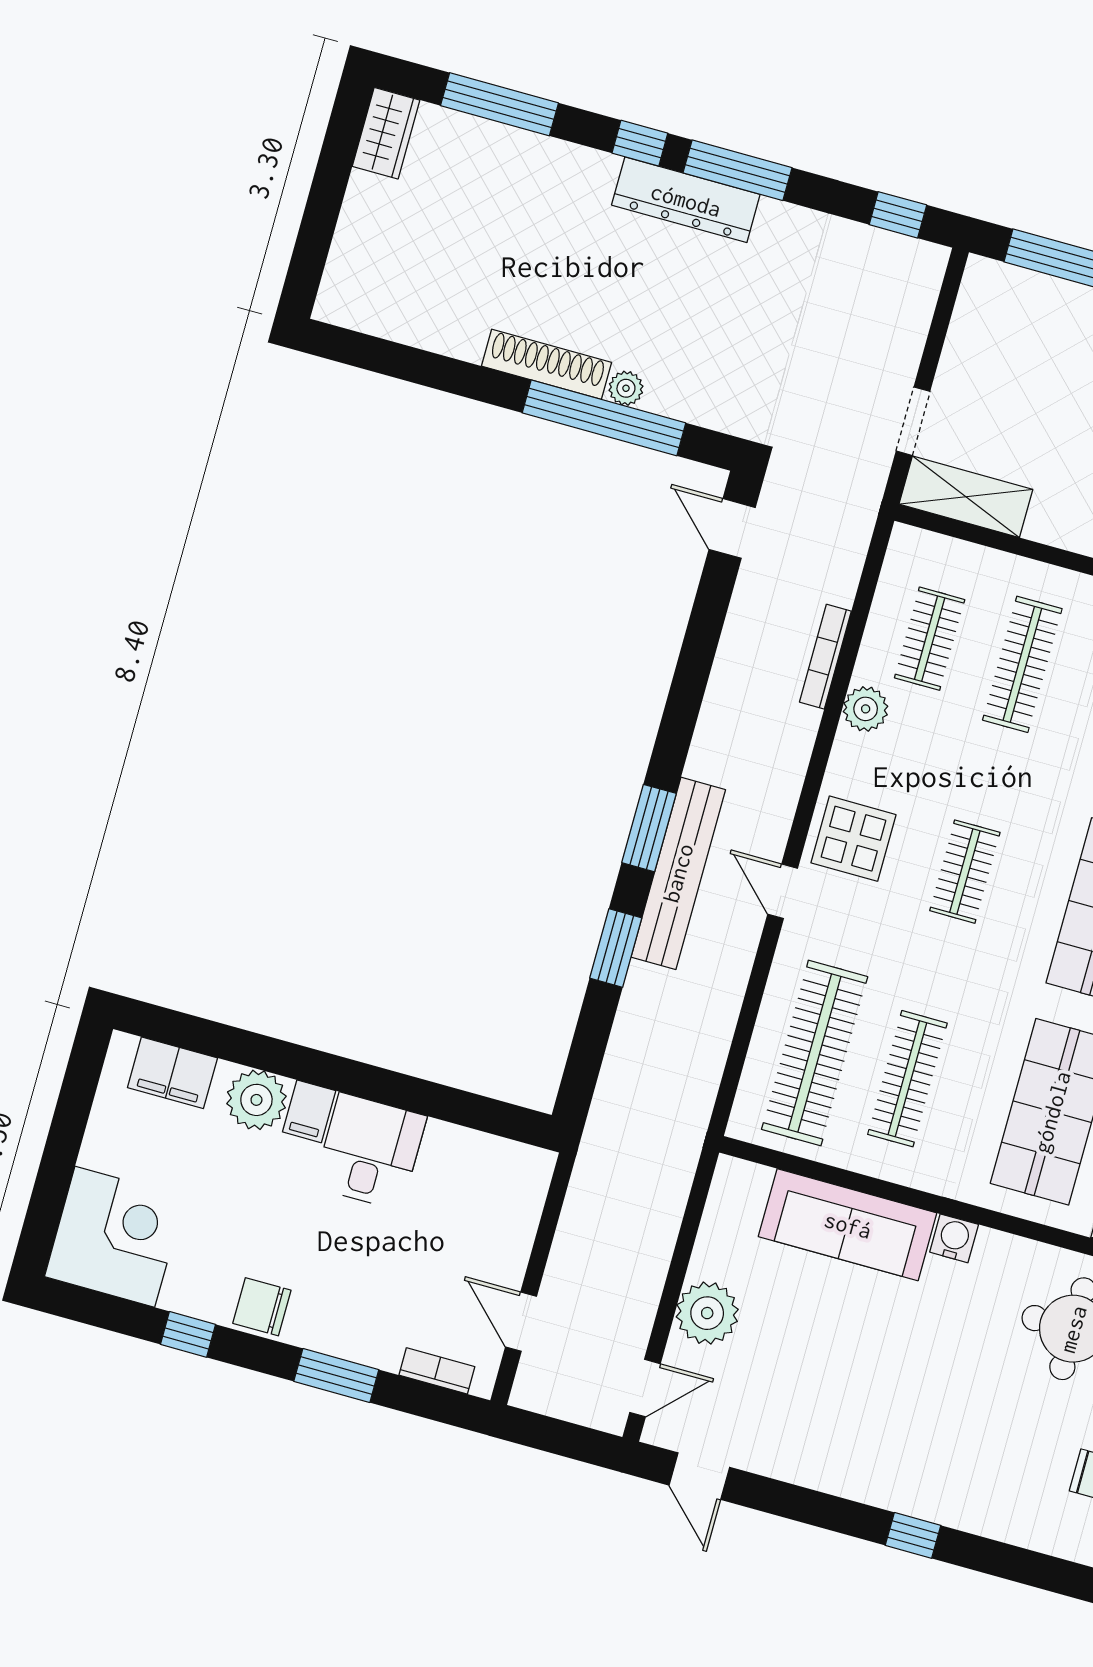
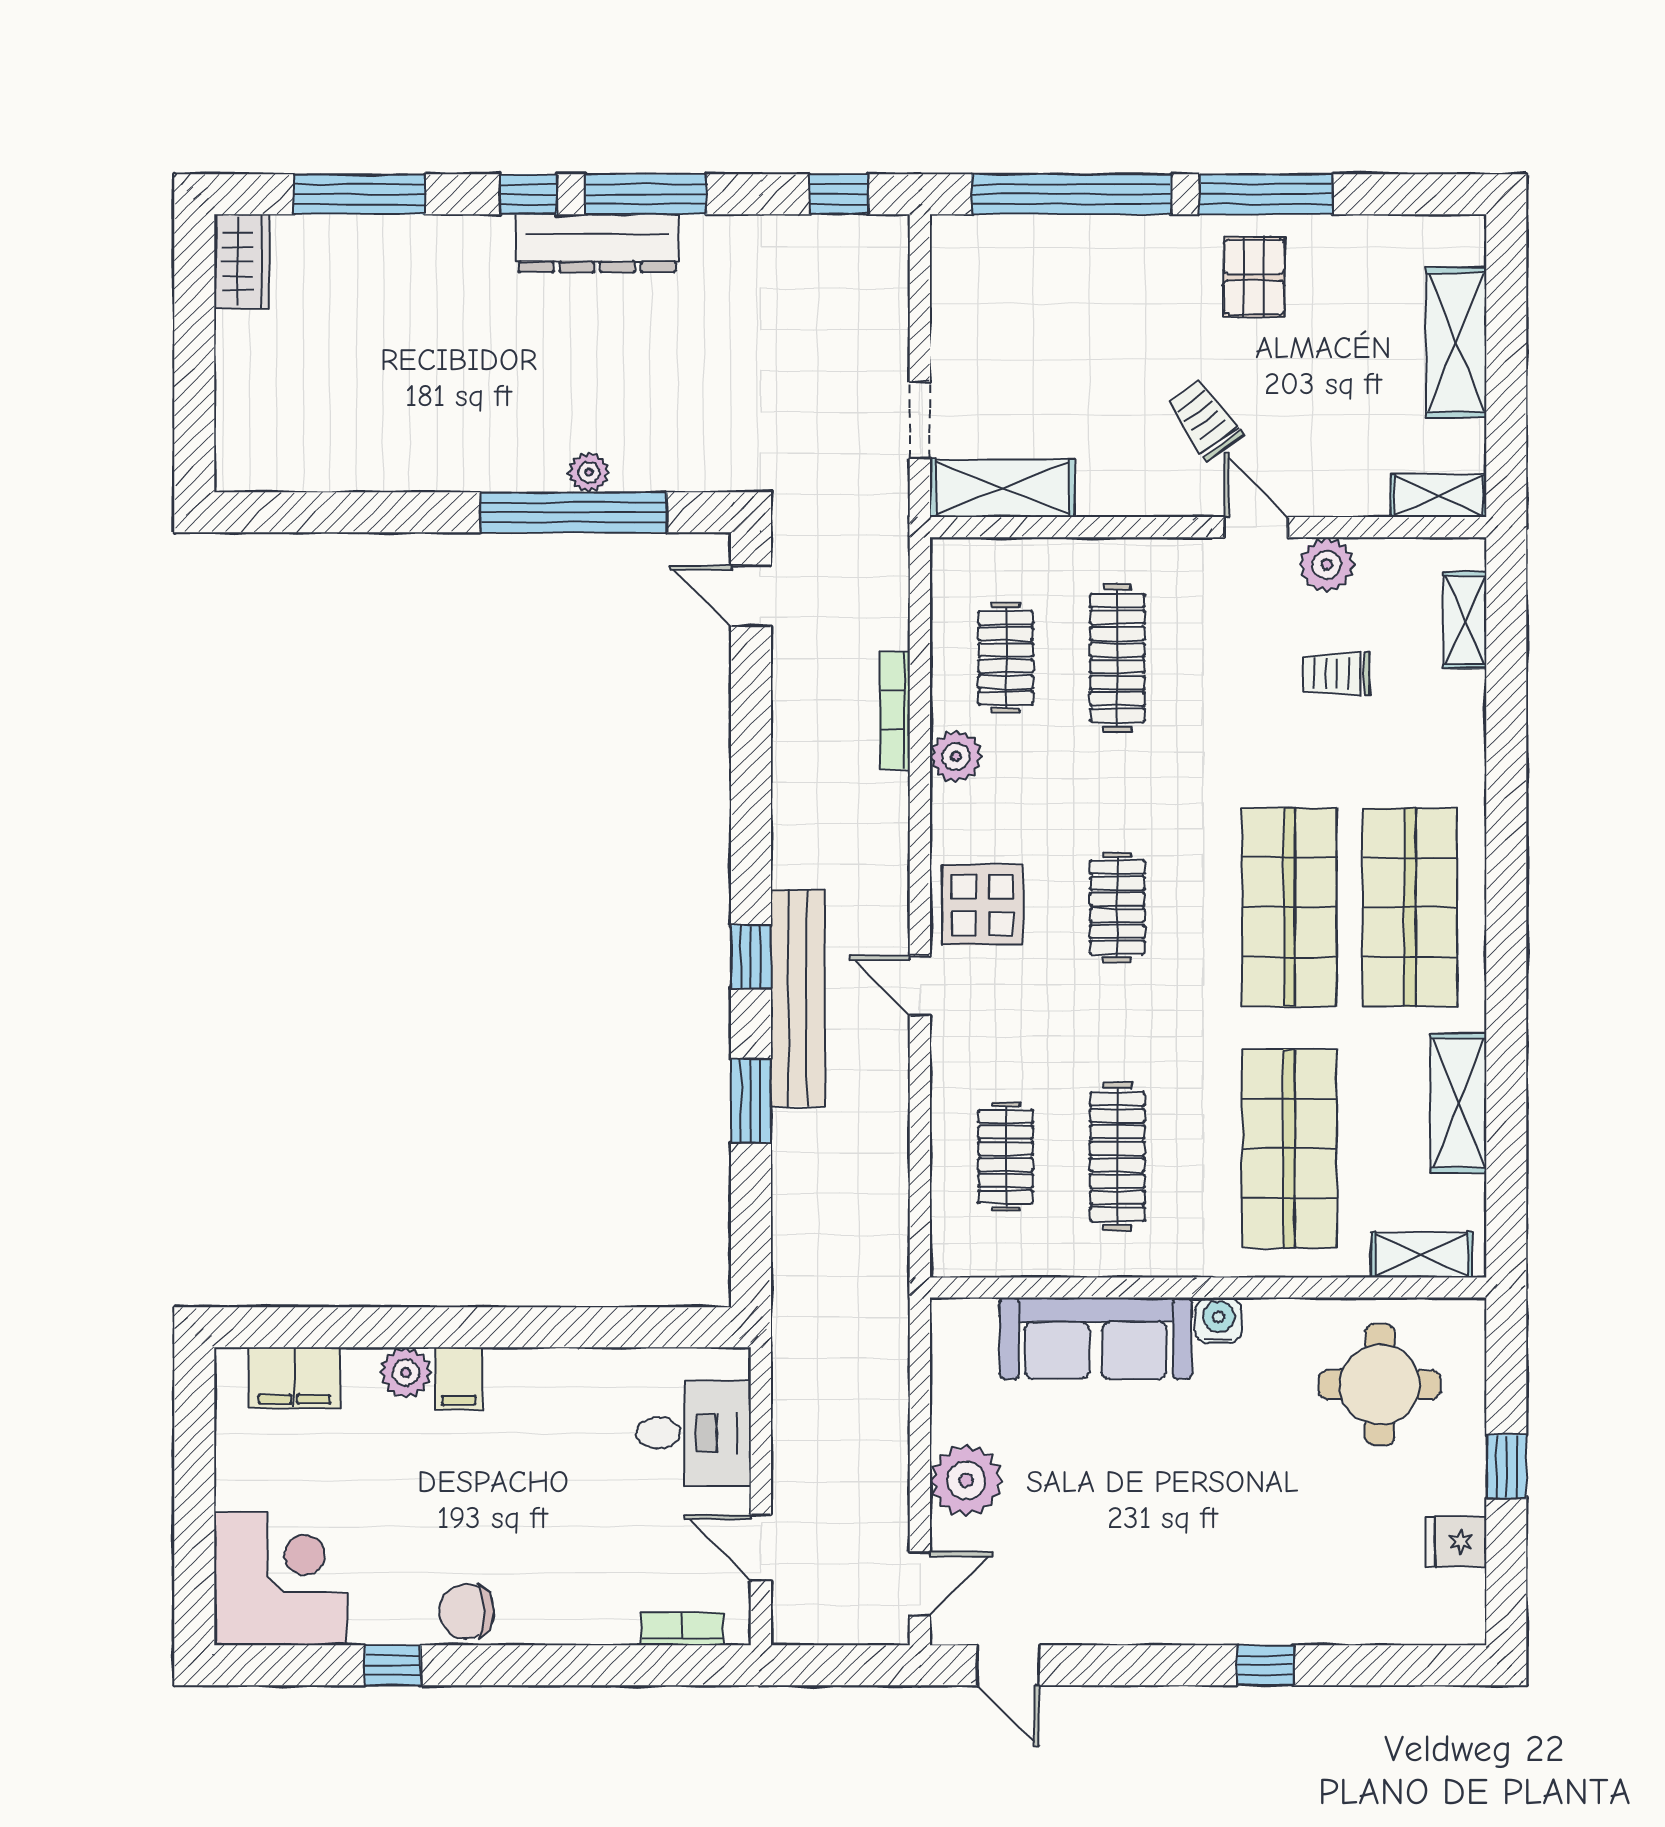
shoe rack: (547, 364) -> (493, 470), removed
window: (649, 828) -> (751, 957), width x0.67
clothes rail: (815, 1053) -> (1006, 1157), width x0.54, depth x0.76
plant: (256, 1100) -> (406, 1373), width x0.73, depth x0.73
desk: (370, 1152) -> (694, 1433), moved, turned 90
window: (336, 1375) -> (571, 1665), removed

